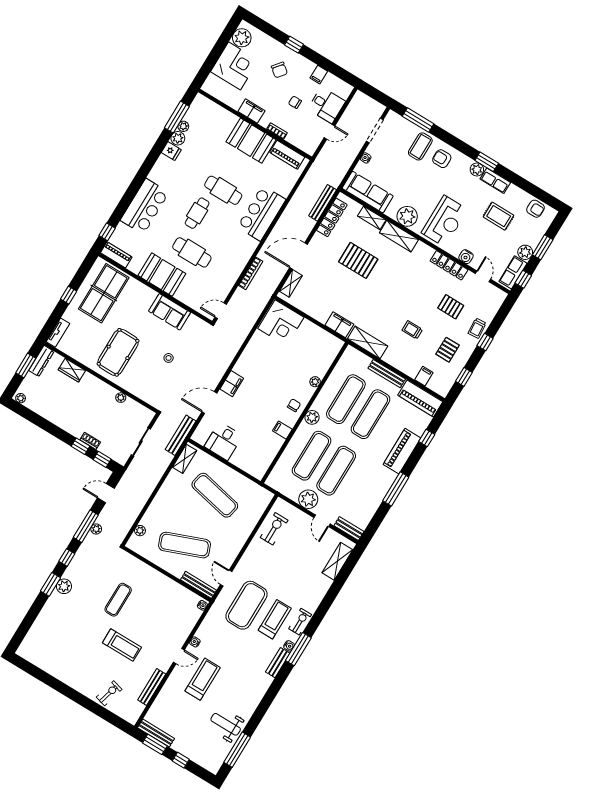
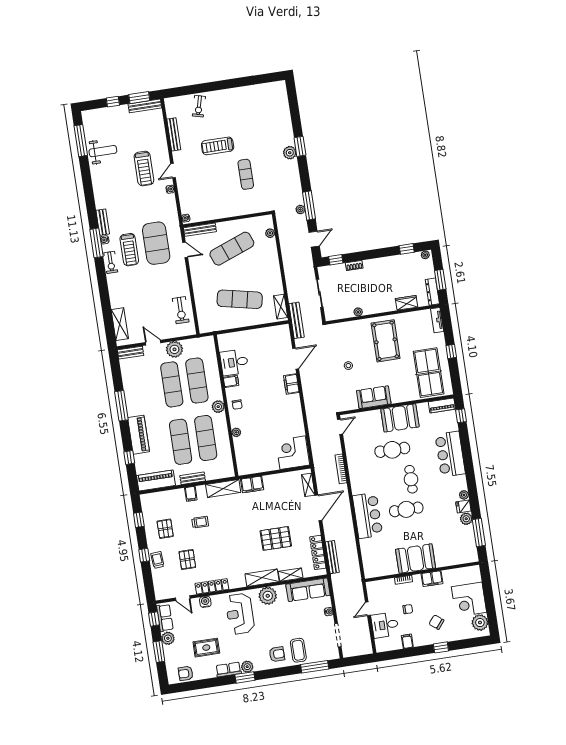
plant: (183, 126) -> (464, 495), moved
piano: (287, 155) -> (383, 569), removed
pallet: (451, 307) -> (187, 559), turned 90
bench: (387, 374) -> (193, 478), width x0.73
filing cabinet: (424, 376) -> (191, 494), moved
desk: (223, 441) -> (234, 362), moved, turned -90
window: (80, 446) -> (407, 249), moved
window: (67, 557) -> (304, 174), removed

